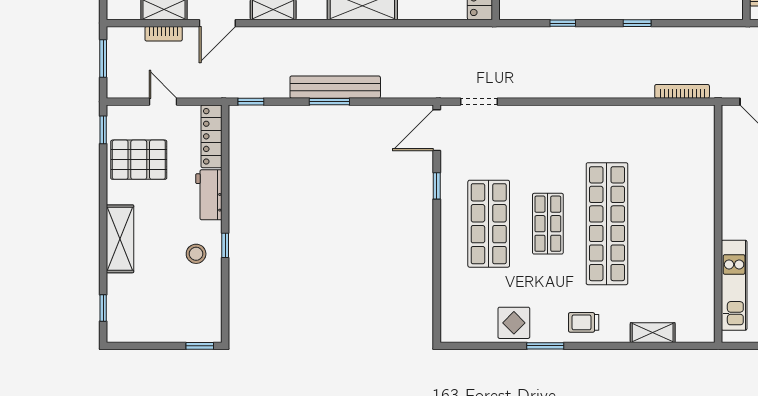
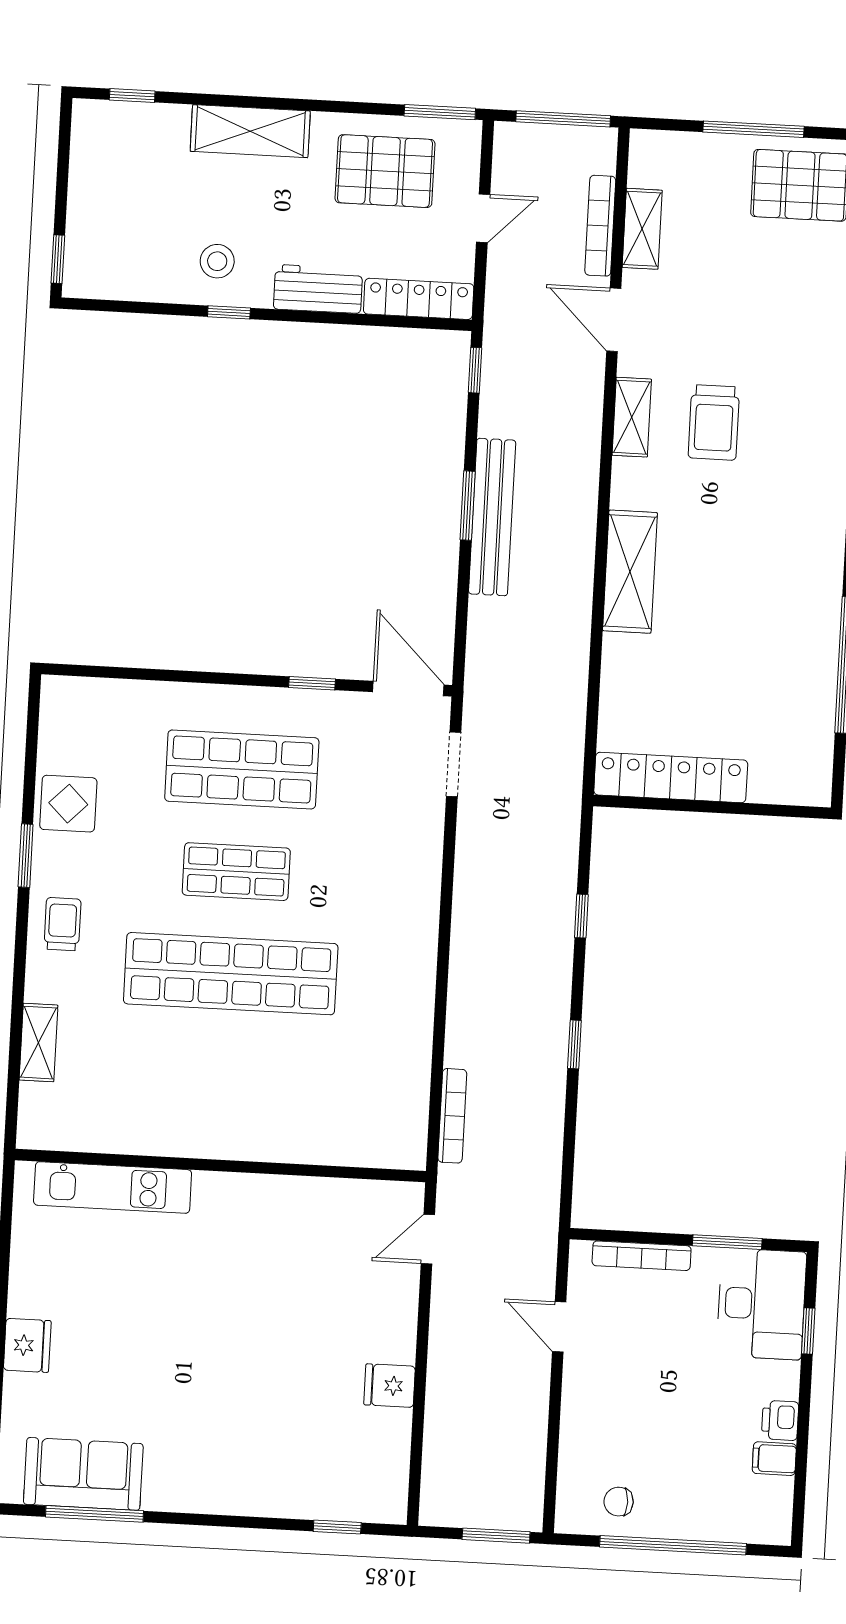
bookcase: (164, 34) -> (600, 226), width x1.56
window: (103, 59) -> (563, 119), width x1.44
window: (103, 130) -> (440, 112), width x1.50
pallet: (139, 160) -> (385, 171), turned 90

